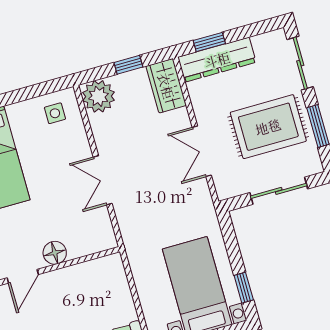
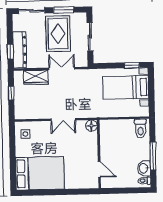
wardrobe: (166, 86) -> (36, 77), moved
plant: (99, 96) -> (23, 111), removed
double door: (202, 151) -> (62, 69), swing flipped
floor lamp: (55, 253) -> (91, 126), moved

